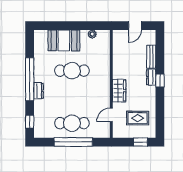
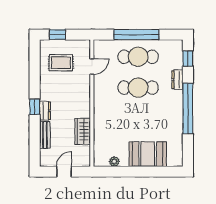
cafe table: (72, 71) -> (138, 88), moved
dresser: (39, 91) -> (177, 80), moved
wardrobe: (119, 91) -> (83, 131), moved

